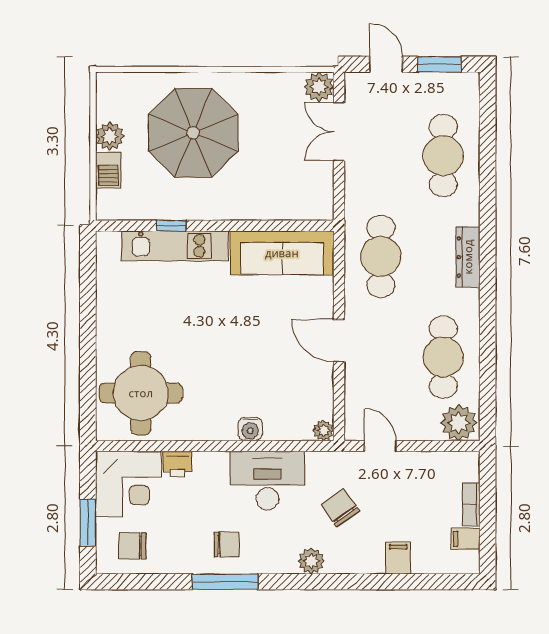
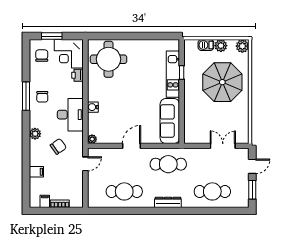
plant: (319, 87) -> (242, 46), moved
plant: (459, 423) -> (96, 198), removed

